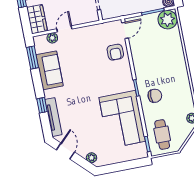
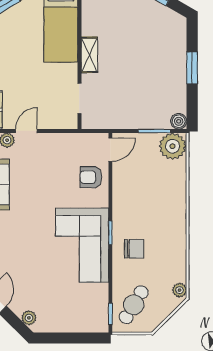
armchair: (115, 52) -> (91, 177), turned 90
corner sofa: (122, 119) -> (82, 245), moved
cafe table: (162, 134) -> (134, 305), turned 31

